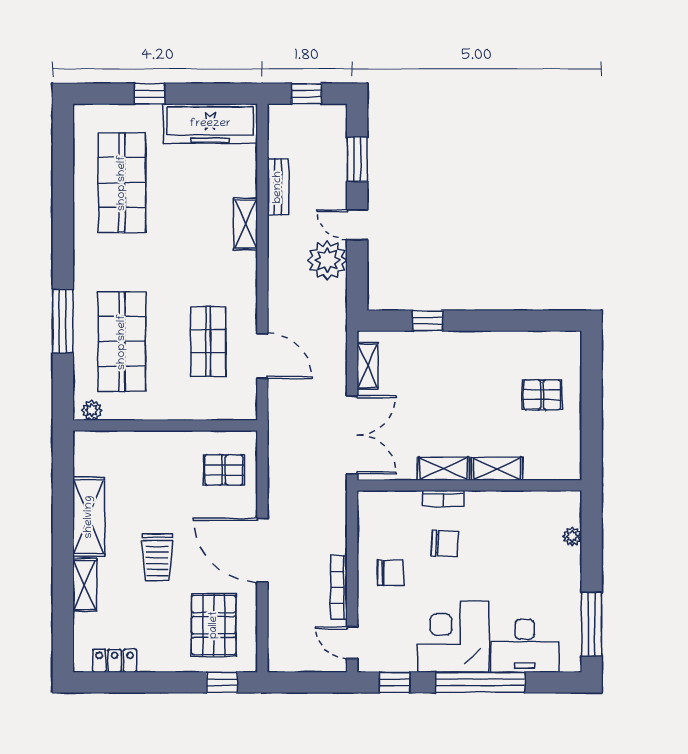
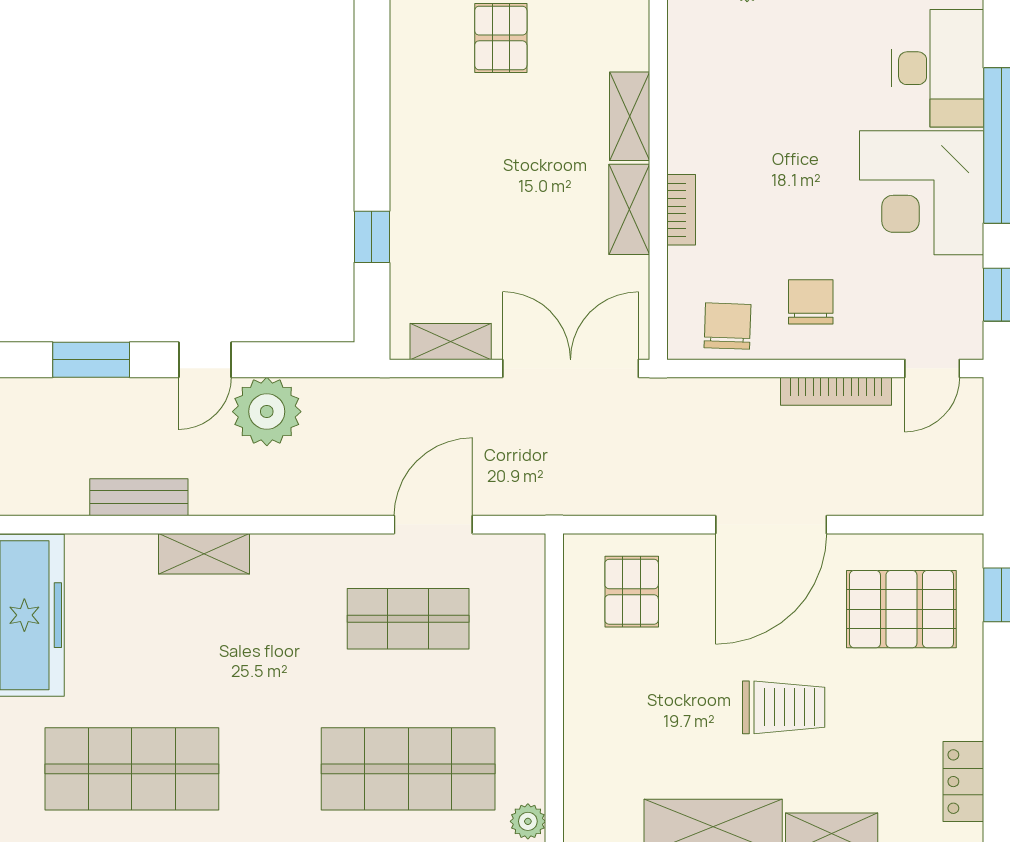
chair: (445, 544) -> (728, 326), moved

